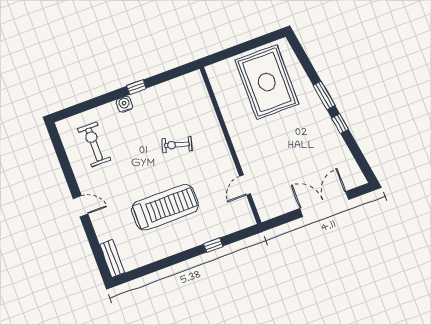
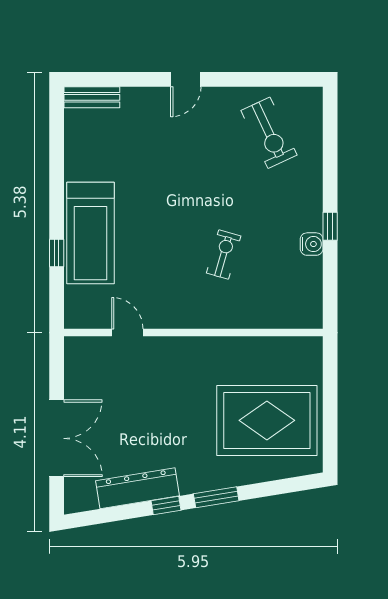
water cooler: (124, 104) -> (312, 244), moved
exercise bike: (94, 144) -> (269, 133), turned 65
dresser: (336, 144) -> (138, 488), added
treadmill: (165, 207) -> (91, 233), moved

